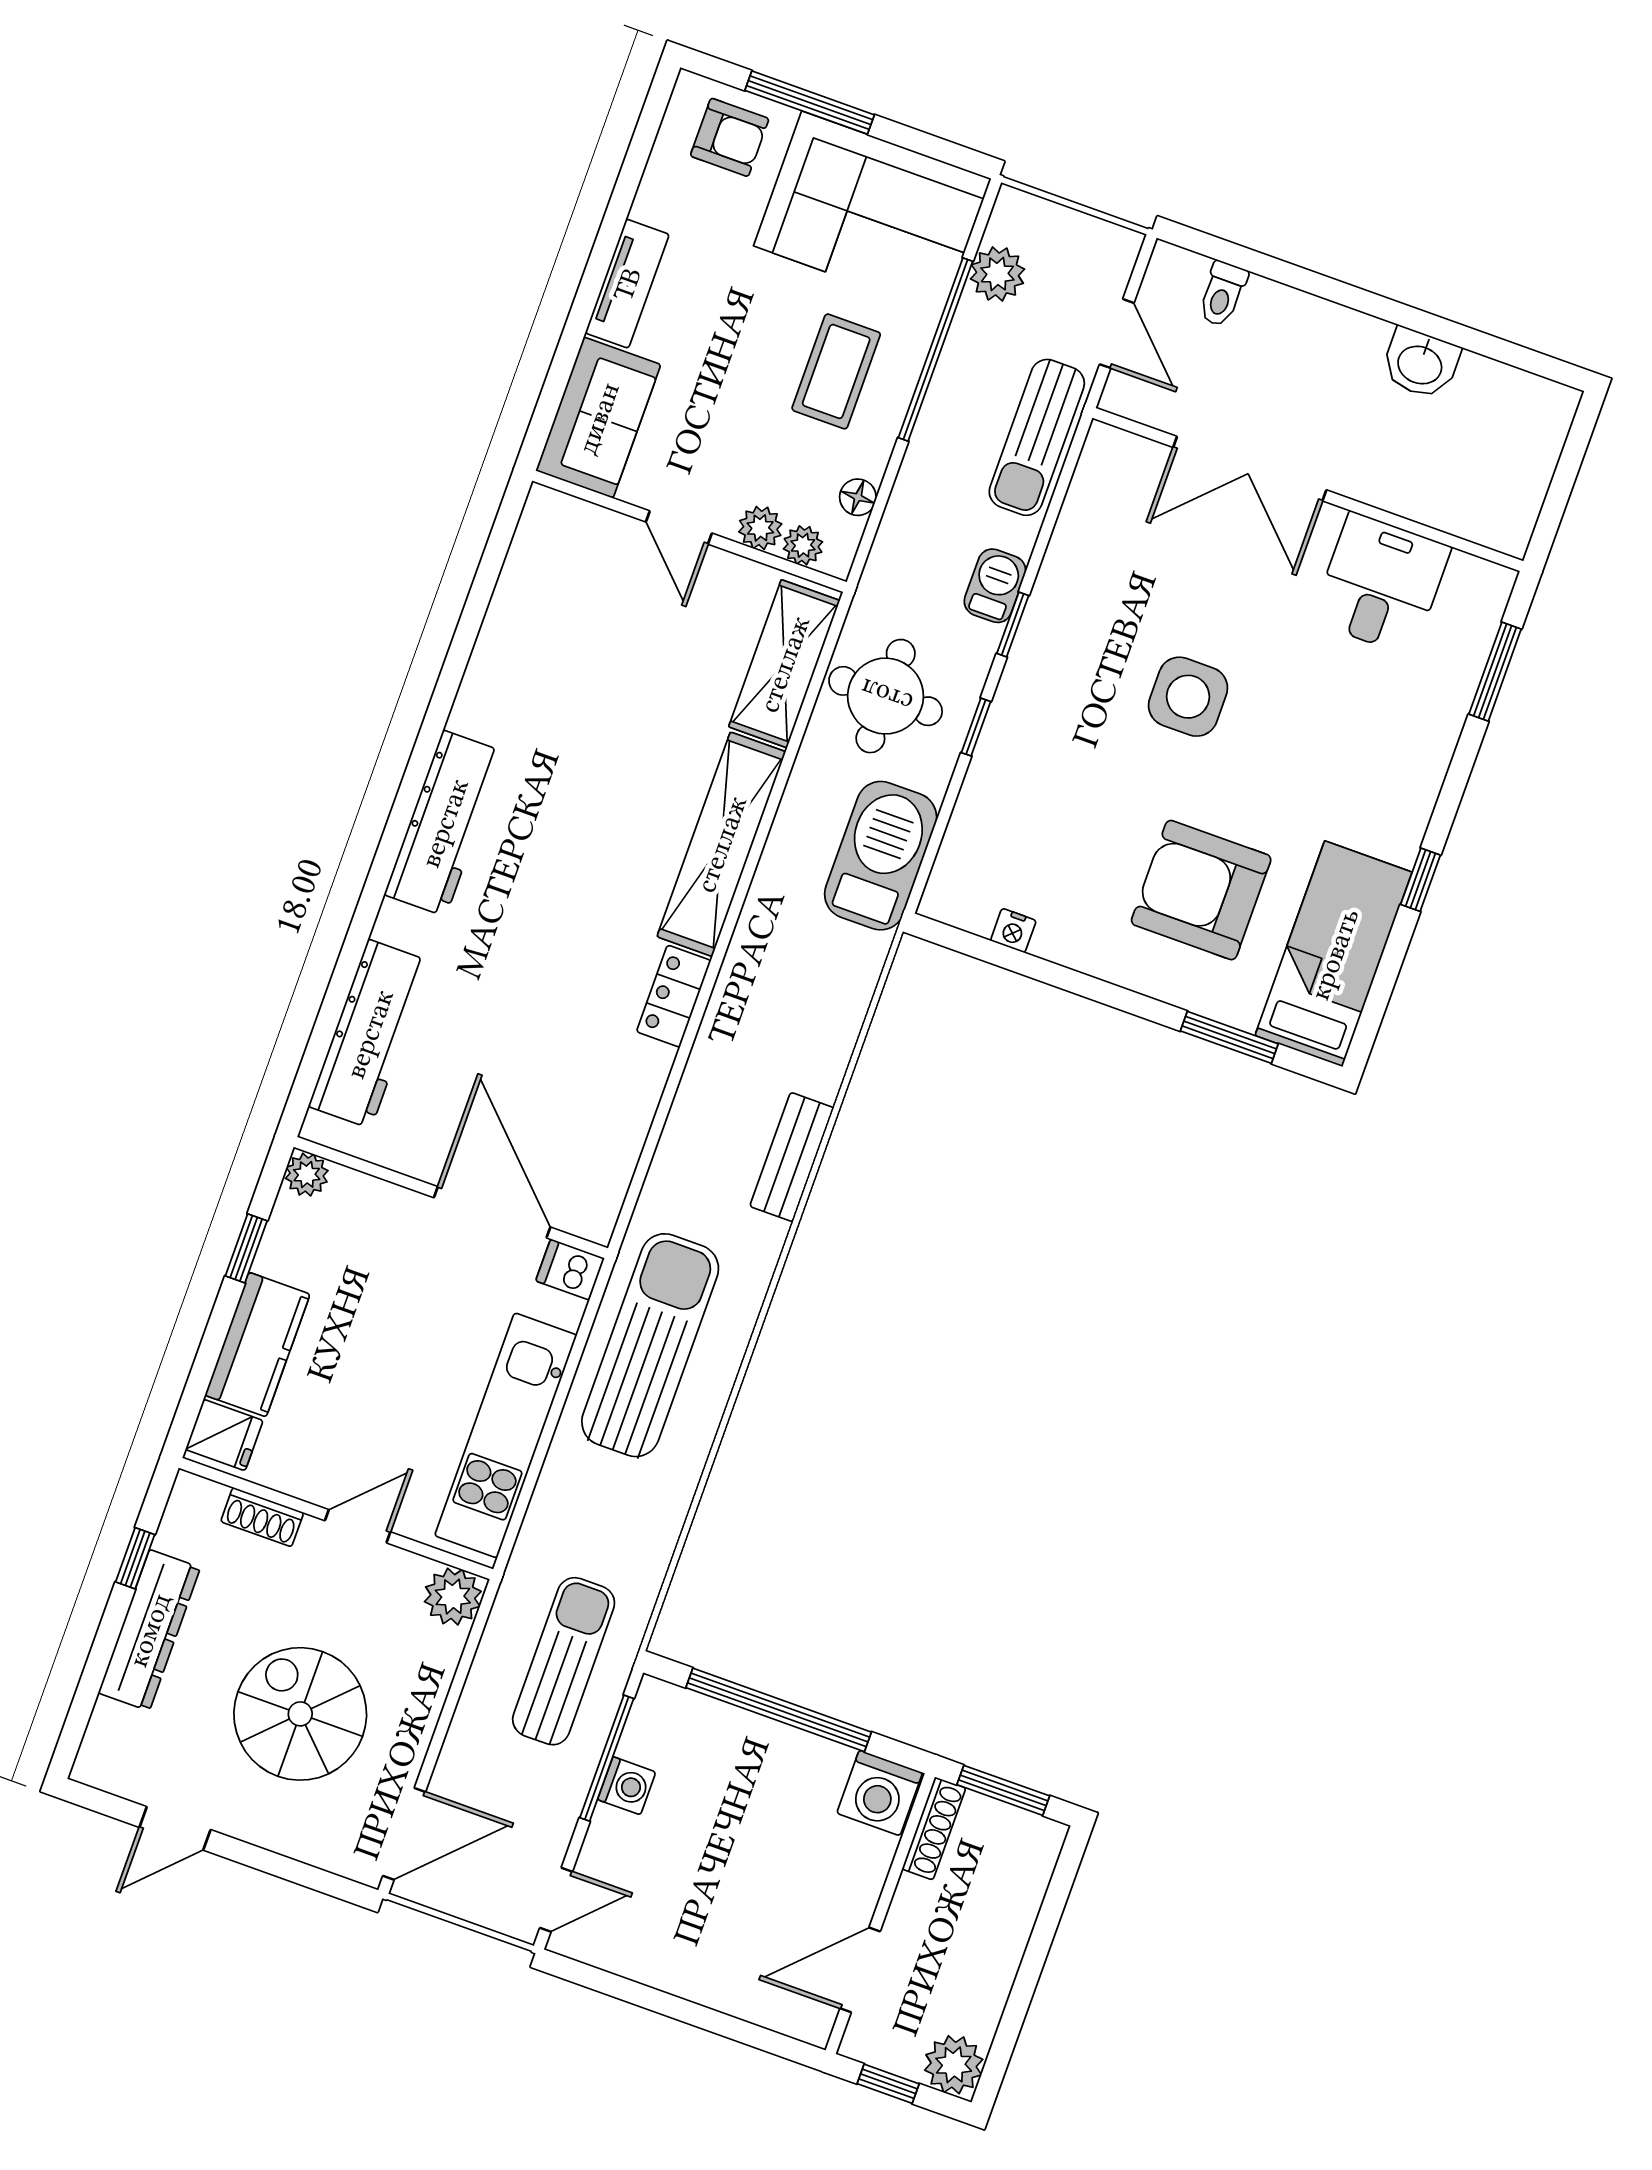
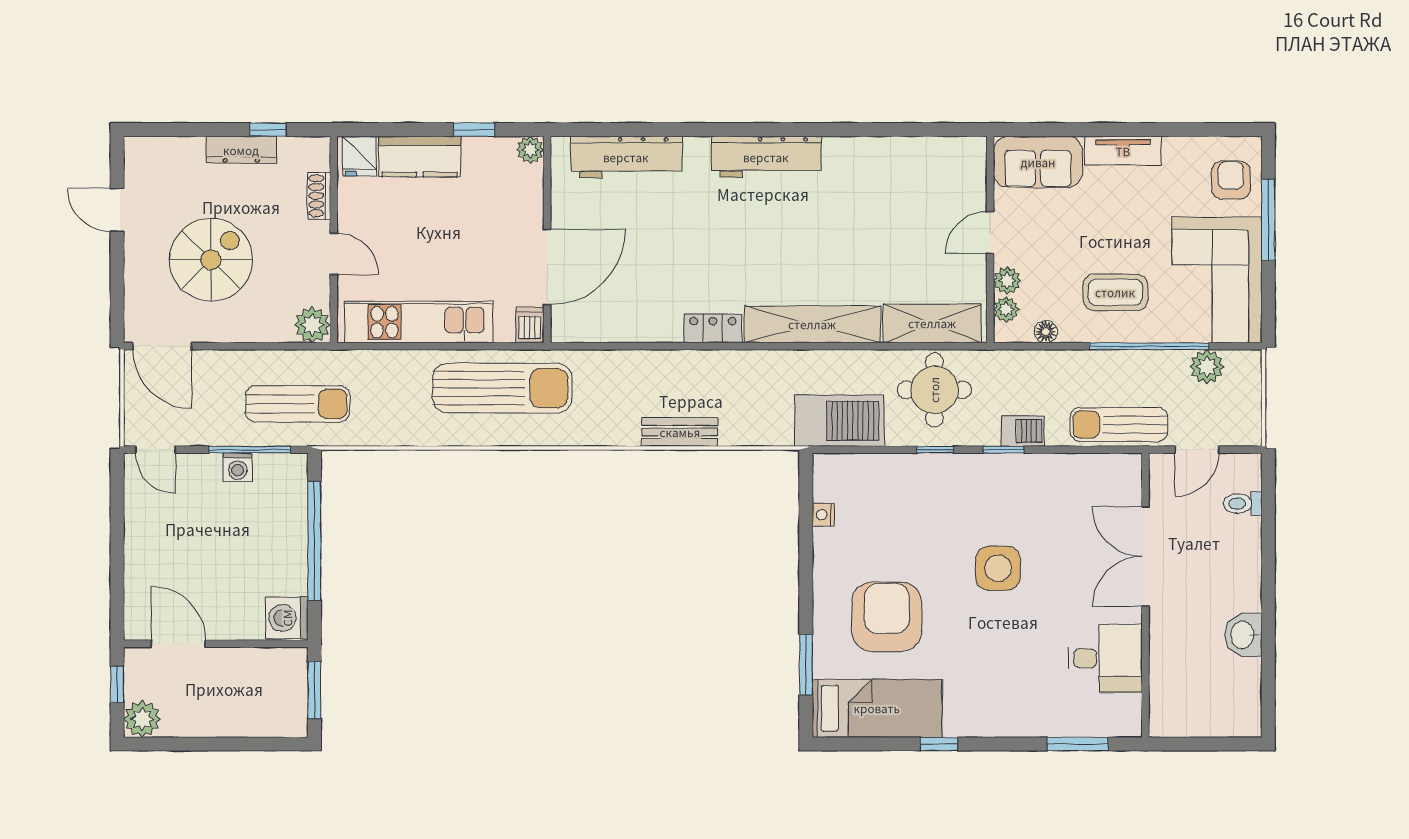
armchair: (730, 137) -> (1231, 180), turned 180
bench: (792, 1157) -> (680, 432), moved
dresser: (149, 1630) -> (241, 150), width x0.73, depth x0.80
shoe rack: (934, 1828) -> (277, 657), removed

